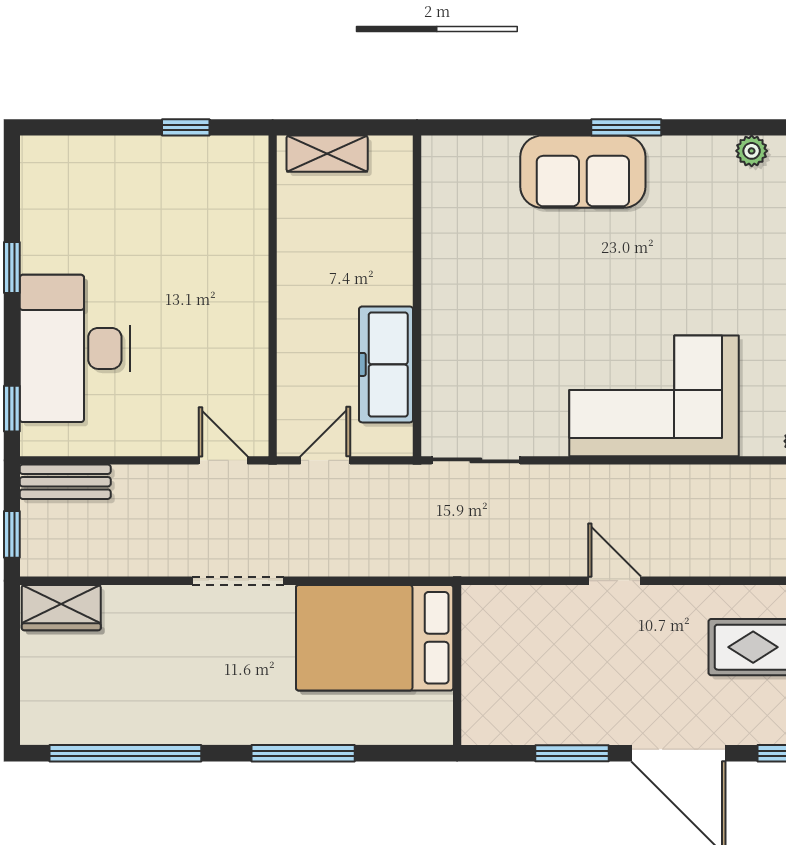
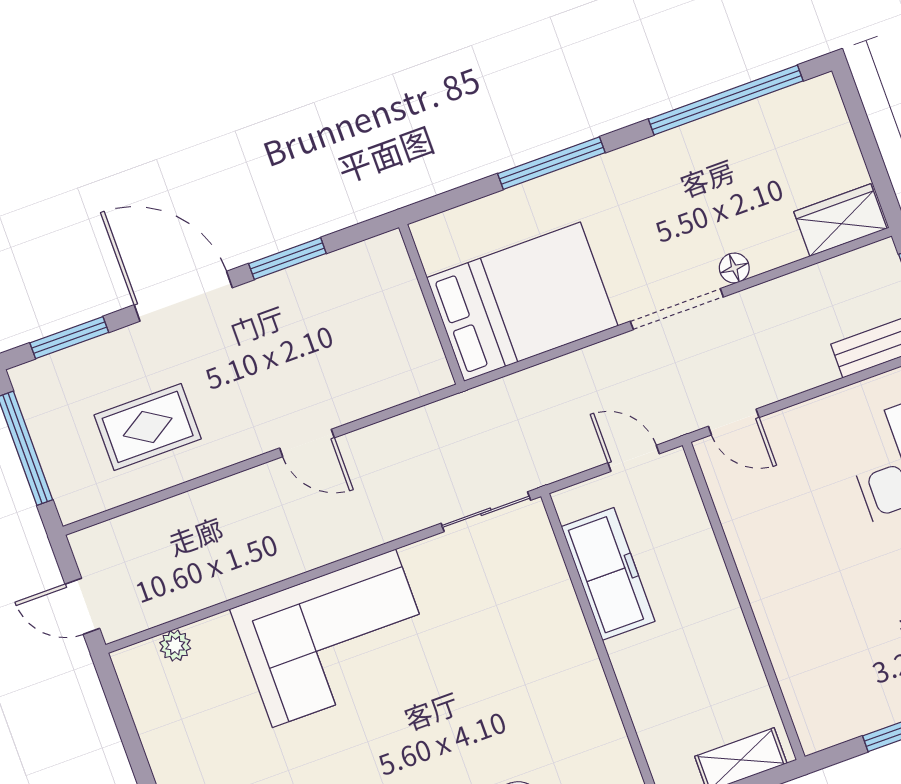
door: (325, 460) -> (634, 458), swing flipped
floor lamp: (172, 599) -> (734, 268), added

